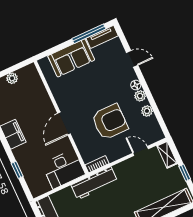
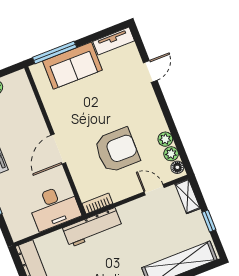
window: (89, 34) -> (55, 52), moved
door: (132, 59) -> (150, 71), hinge flipped
floor lamp: (136, 85) -> (177, 167), moved
plant: (140, 96) -> (171, 154), moved

